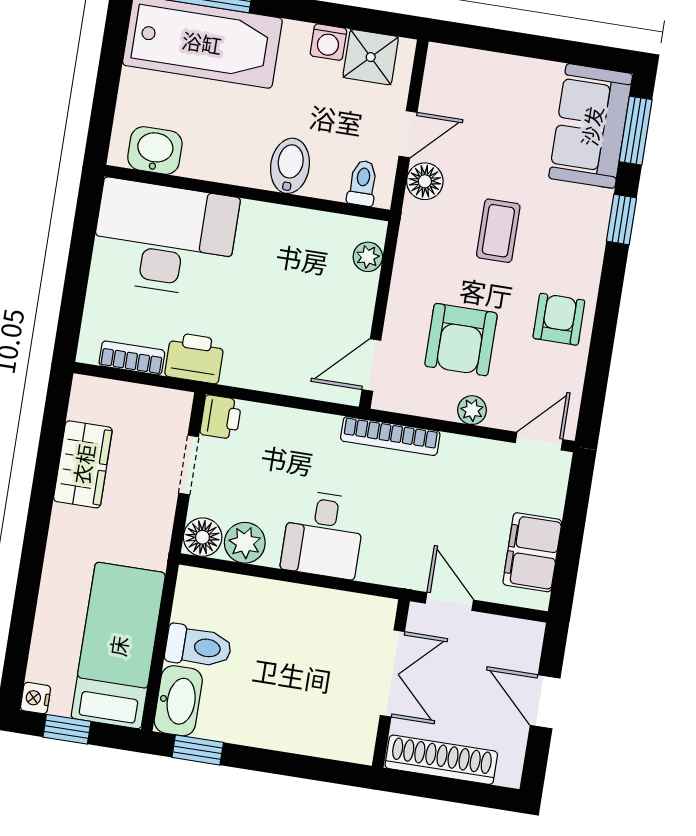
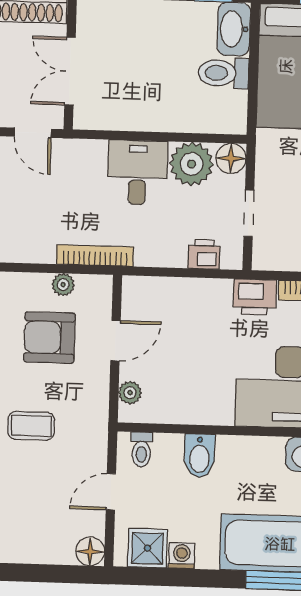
floor lamp: (425, 181) -> (90, 551), moved
coffee table: (498, 231) -> (31, 426), turned 90
armchair: (461, 340) -> (49, 337), turned -90
door: (371, 365) -> (116, 341), moved
plant: (472, 410) -> (63, 285), moved
printer: (221, 417) -> (204, 254), moved, turned 90
plant: (245, 543) -> (192, 164), width x1.36, depth x1.36

